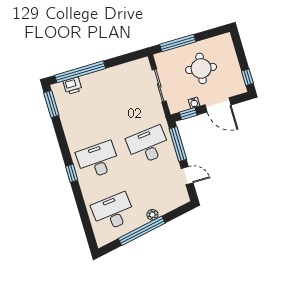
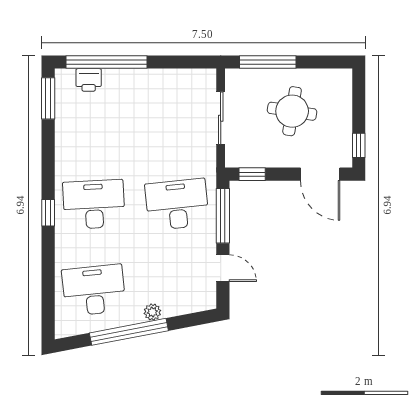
water cooler: (194, 103) -> (266, 160), removed
door: (218, 105) -> (320, 174), moved

